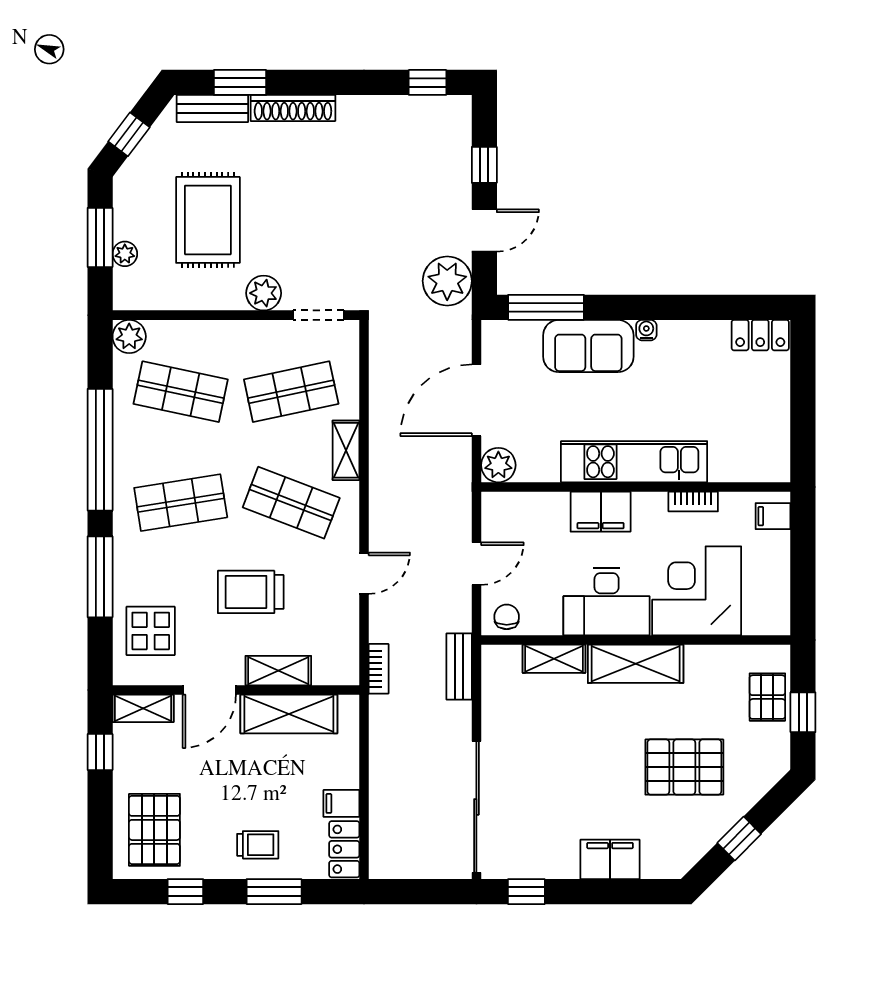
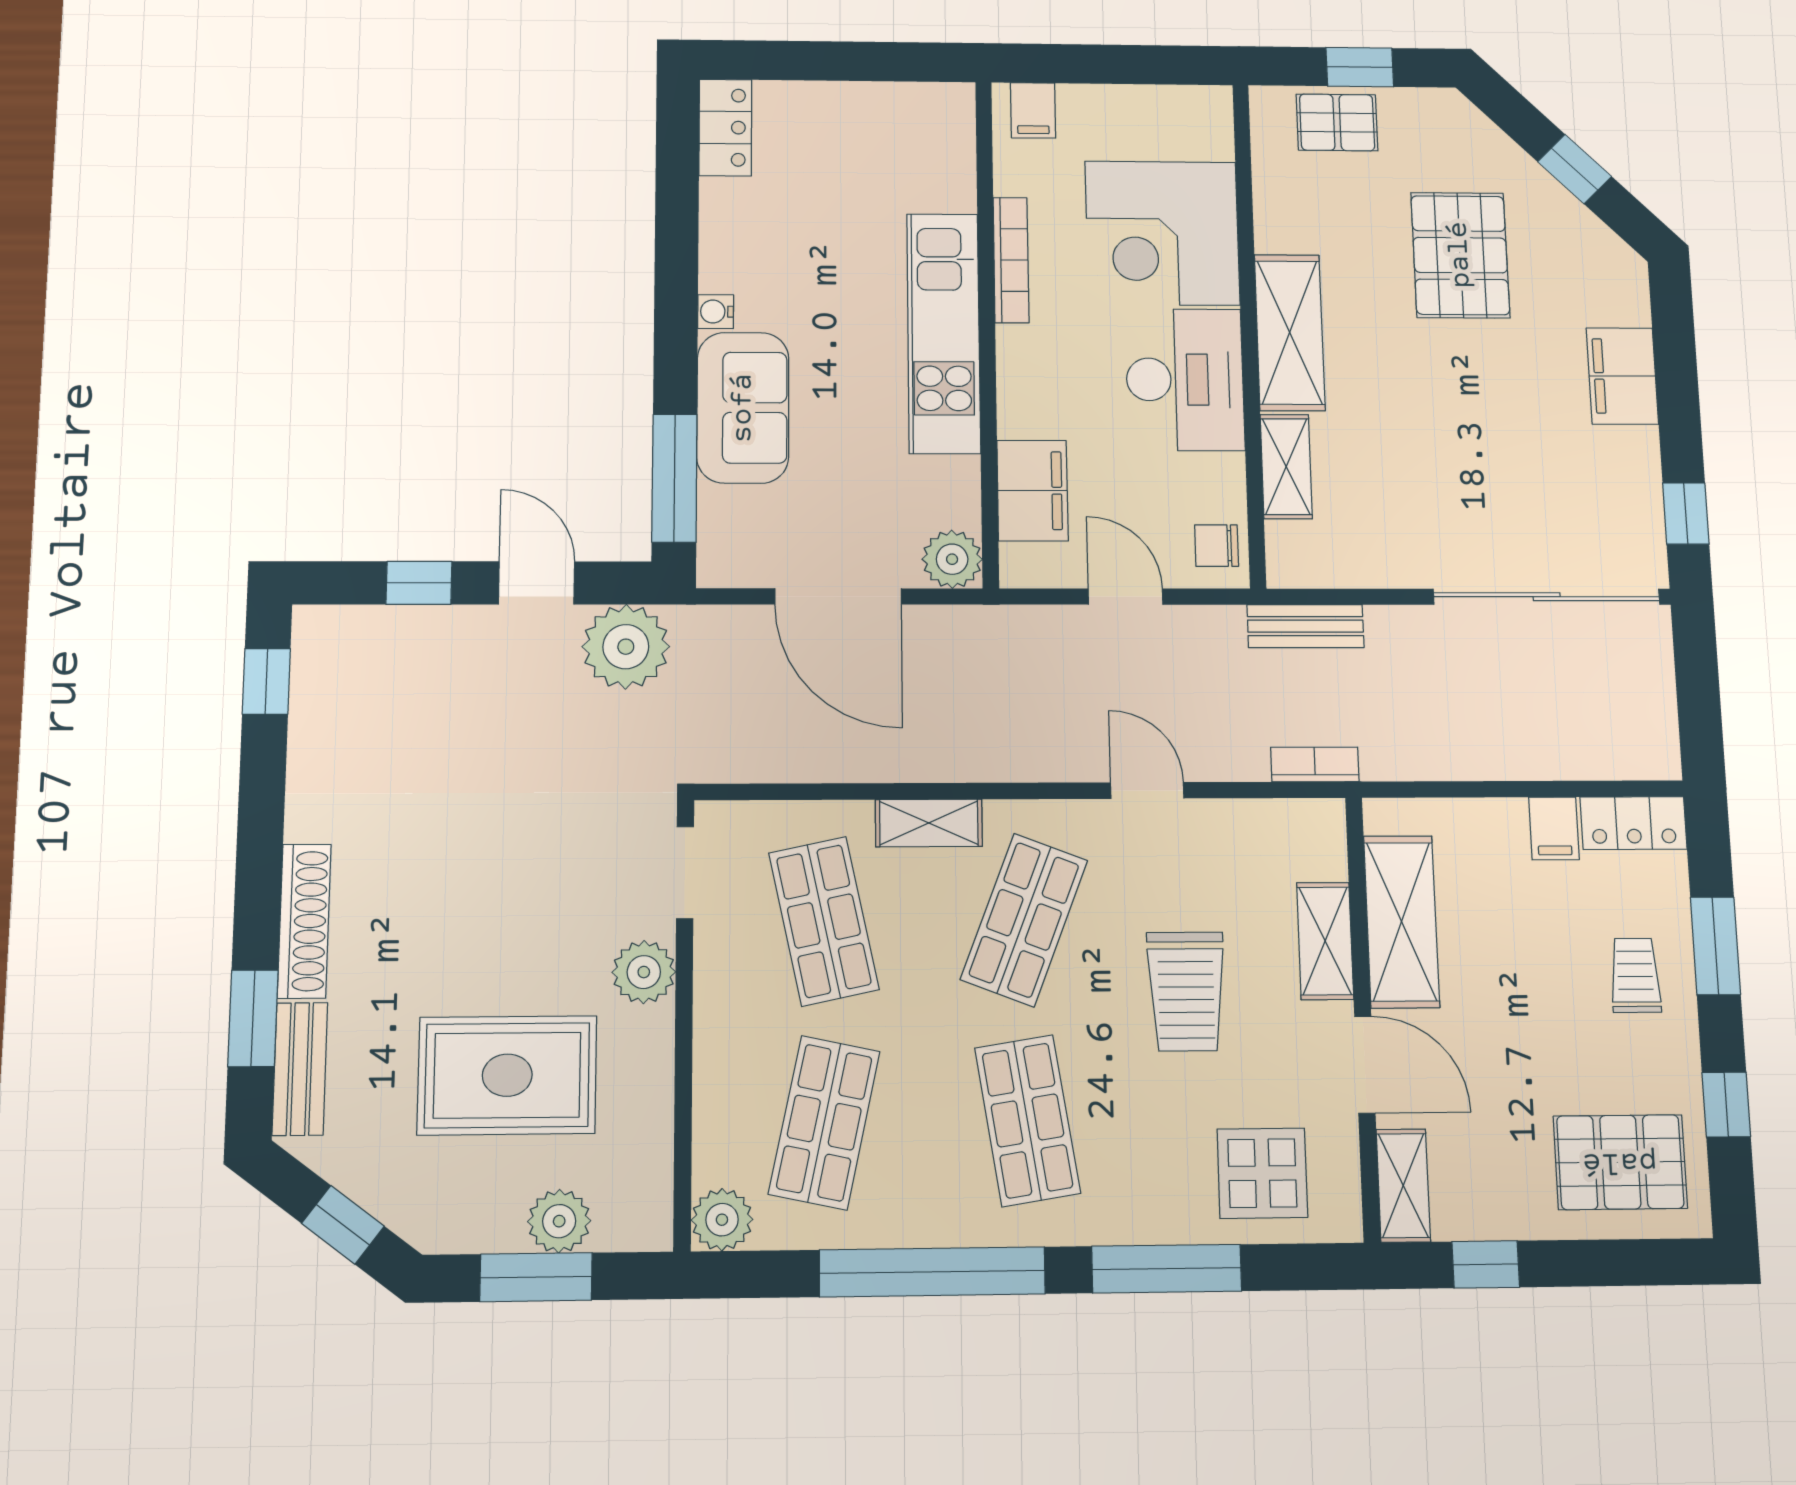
plant: (125, 254) -> (559, 1221), width x1.38, depth x1.38
bookcase: (693, 502) -> (1011, 260), width x1.56
filing cabinet: (601, 512) -> (1032, 491), moved

